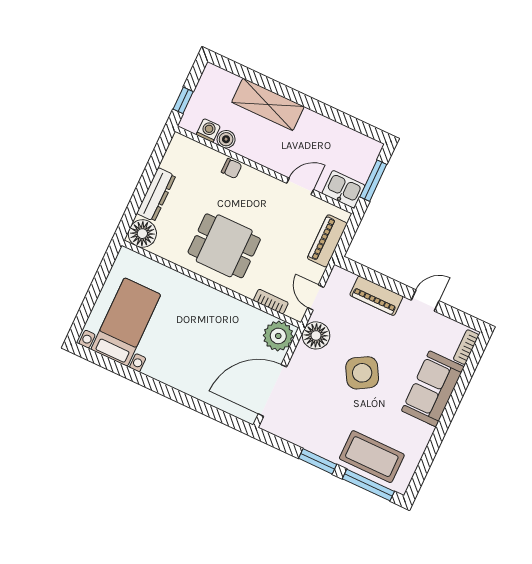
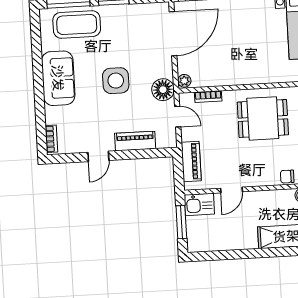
plant: (278, 336) -> (184, 81), width x0.53, depth x0.53
side table: (362, 373) -> (116, 81), turned 30
sofa: (433, 389) -> (58, 78), moved

